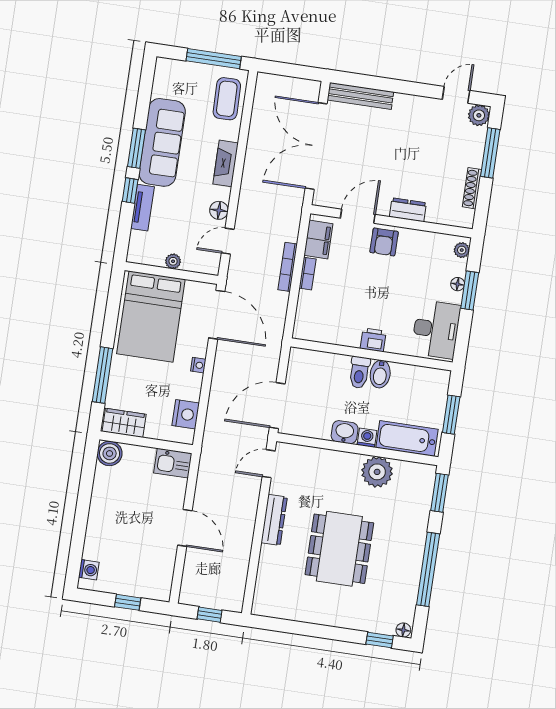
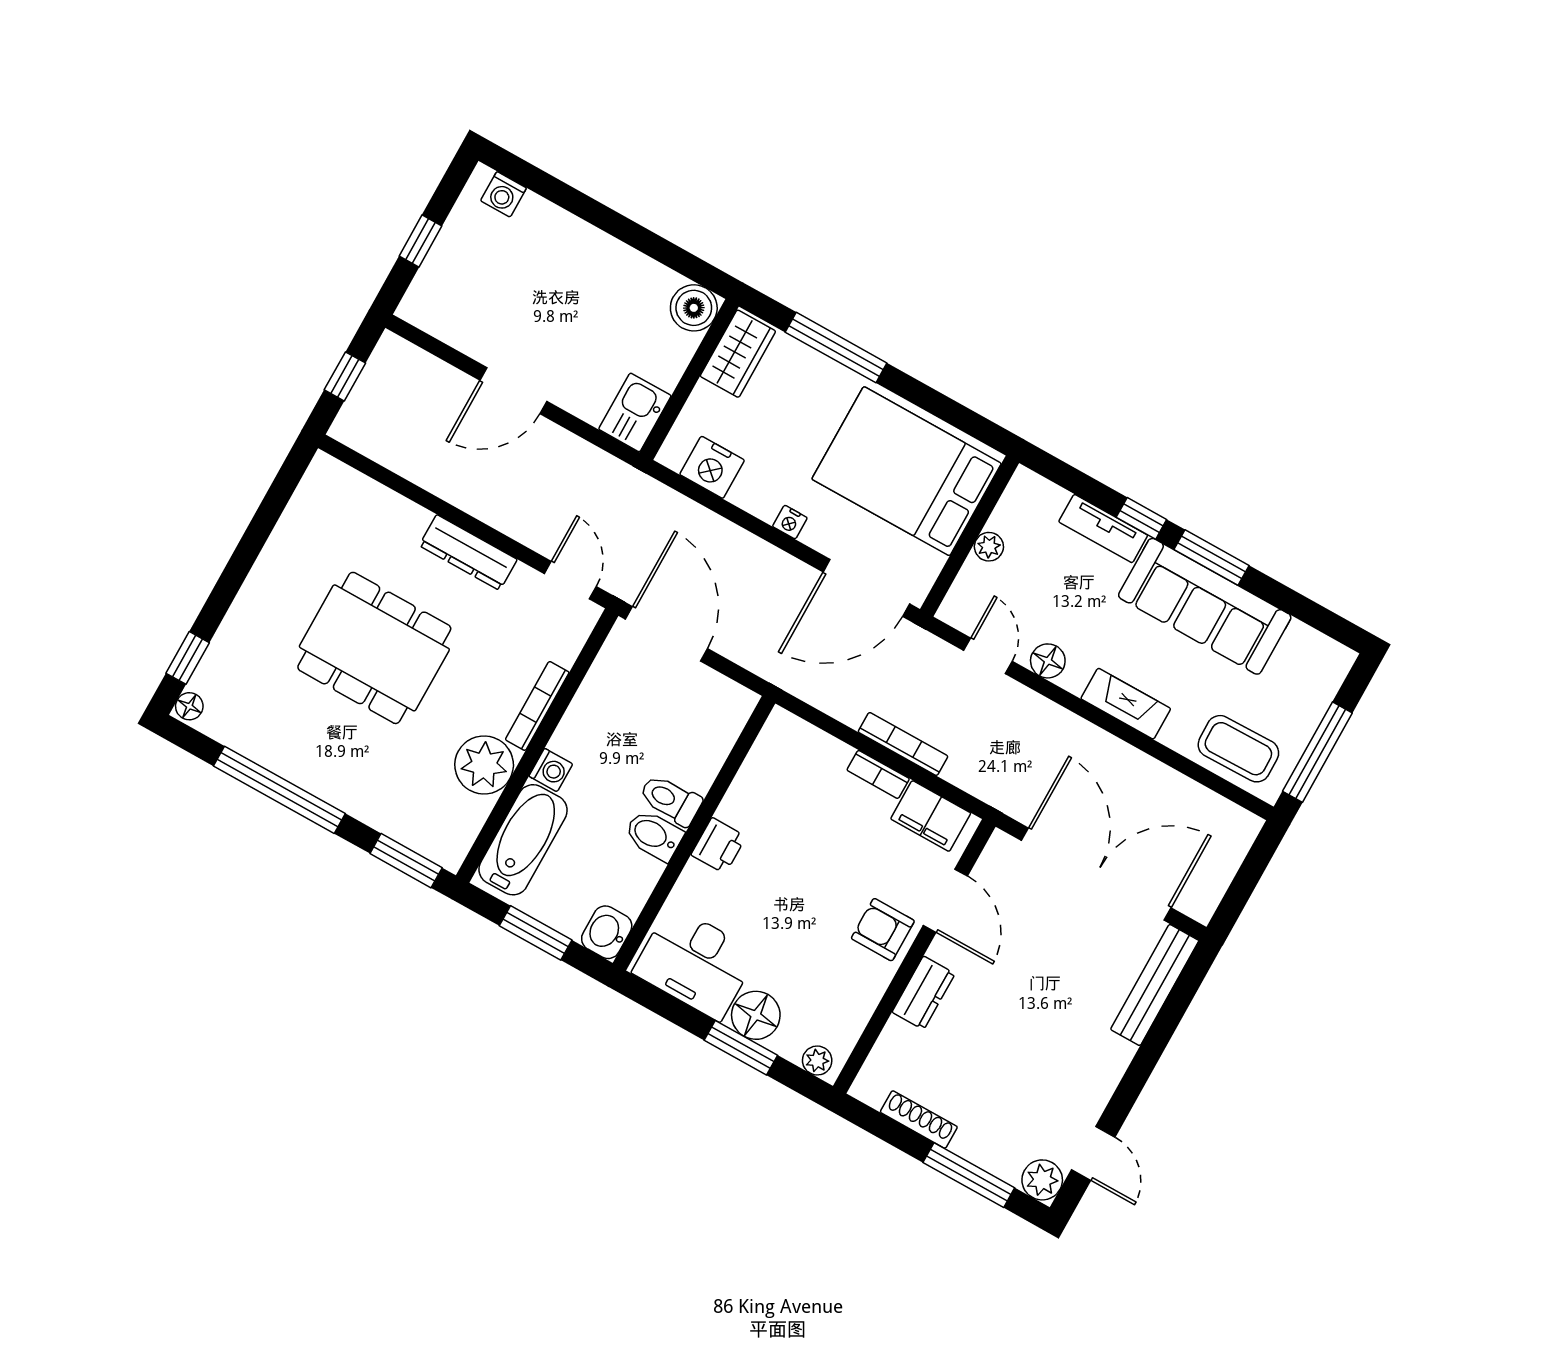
floor lamp: (458, 284) -> (756, 1015), width x1.89, depth x1.89
washbasin: (345, 432) -> (607, 932), moved, turned 180
bookcase: (338, 457) -> (537, 706), added

